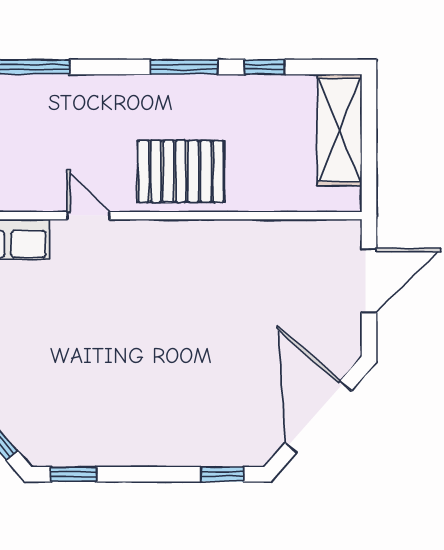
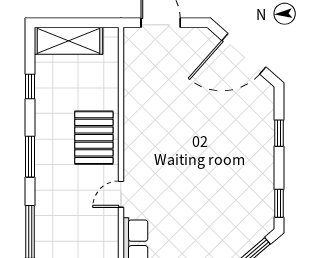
window: (184, 67) -> (30, 157), moved
window: (222, 474) -> (279, 133), moved

